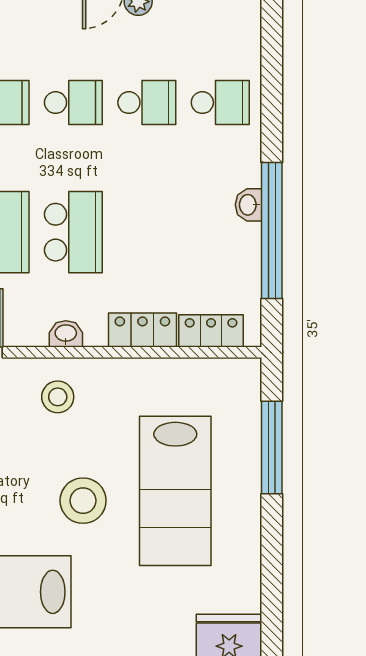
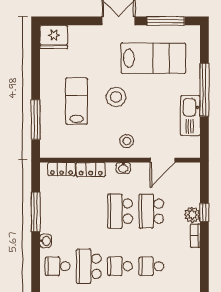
school desk: (147, 103) -> (89, 266), width x1.85
washbasin: (249, 205) -> (46, 241), moved
window: (272, 230) -> (36, 212), width x0.68
lab bench: (175, 491) -> (77, 101), width x0.73, depth x0.72

